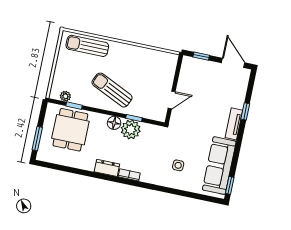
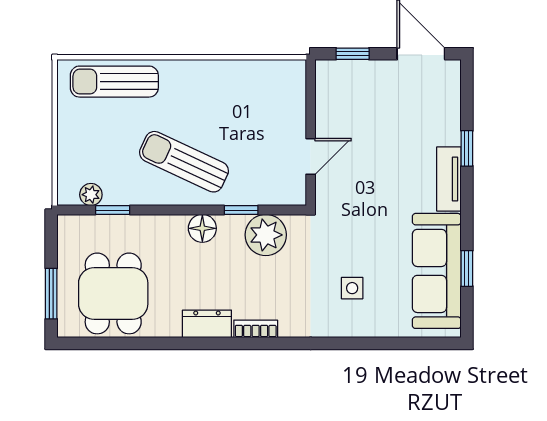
dining table: (70, 130) -> (113, 293), moved
plant: (131, 130) -> (266, 235), moved
window: (230, 185) -> (467, 268), moved

